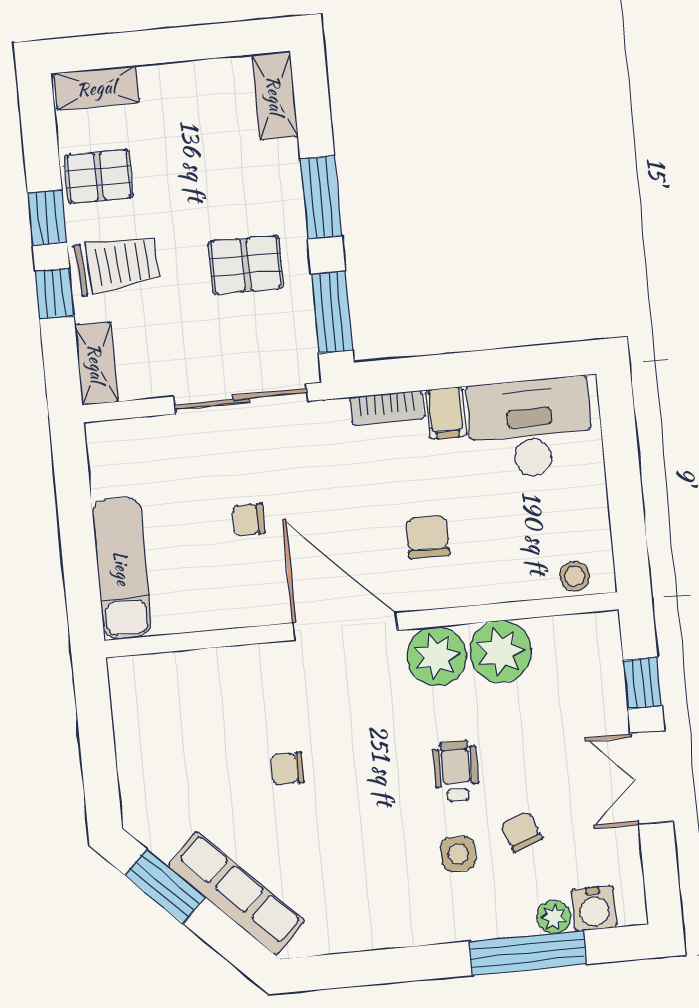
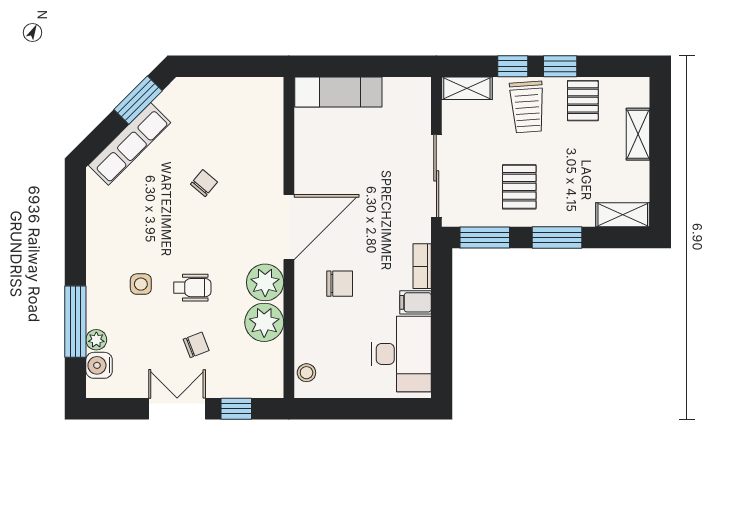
shelving: (96, 88) -> (638, 134), moved
chair: (249, 519) -> (361, 174), removed
chair: (287, 769) -> (204, 183), turned 40
chair: (521, 832) -> (196, 345), moved

